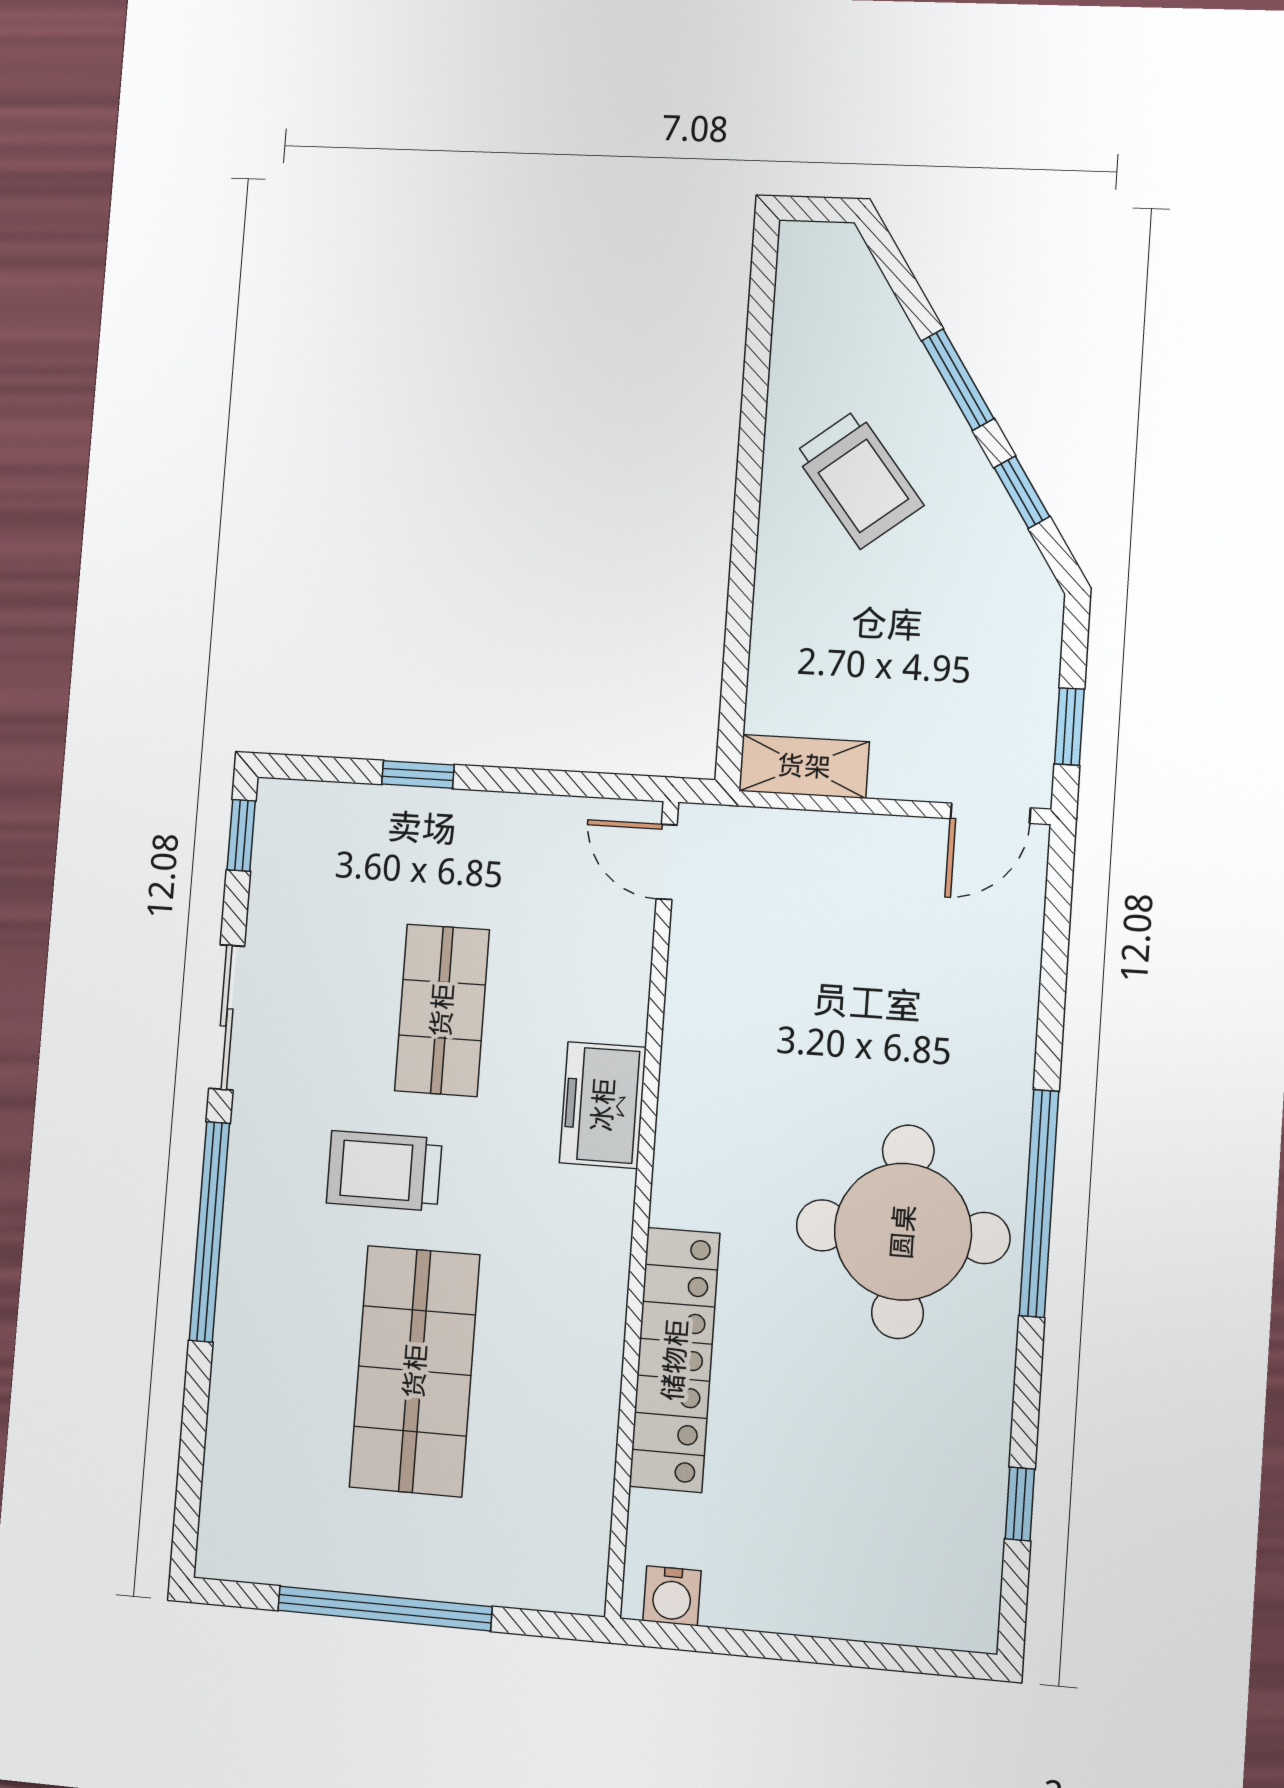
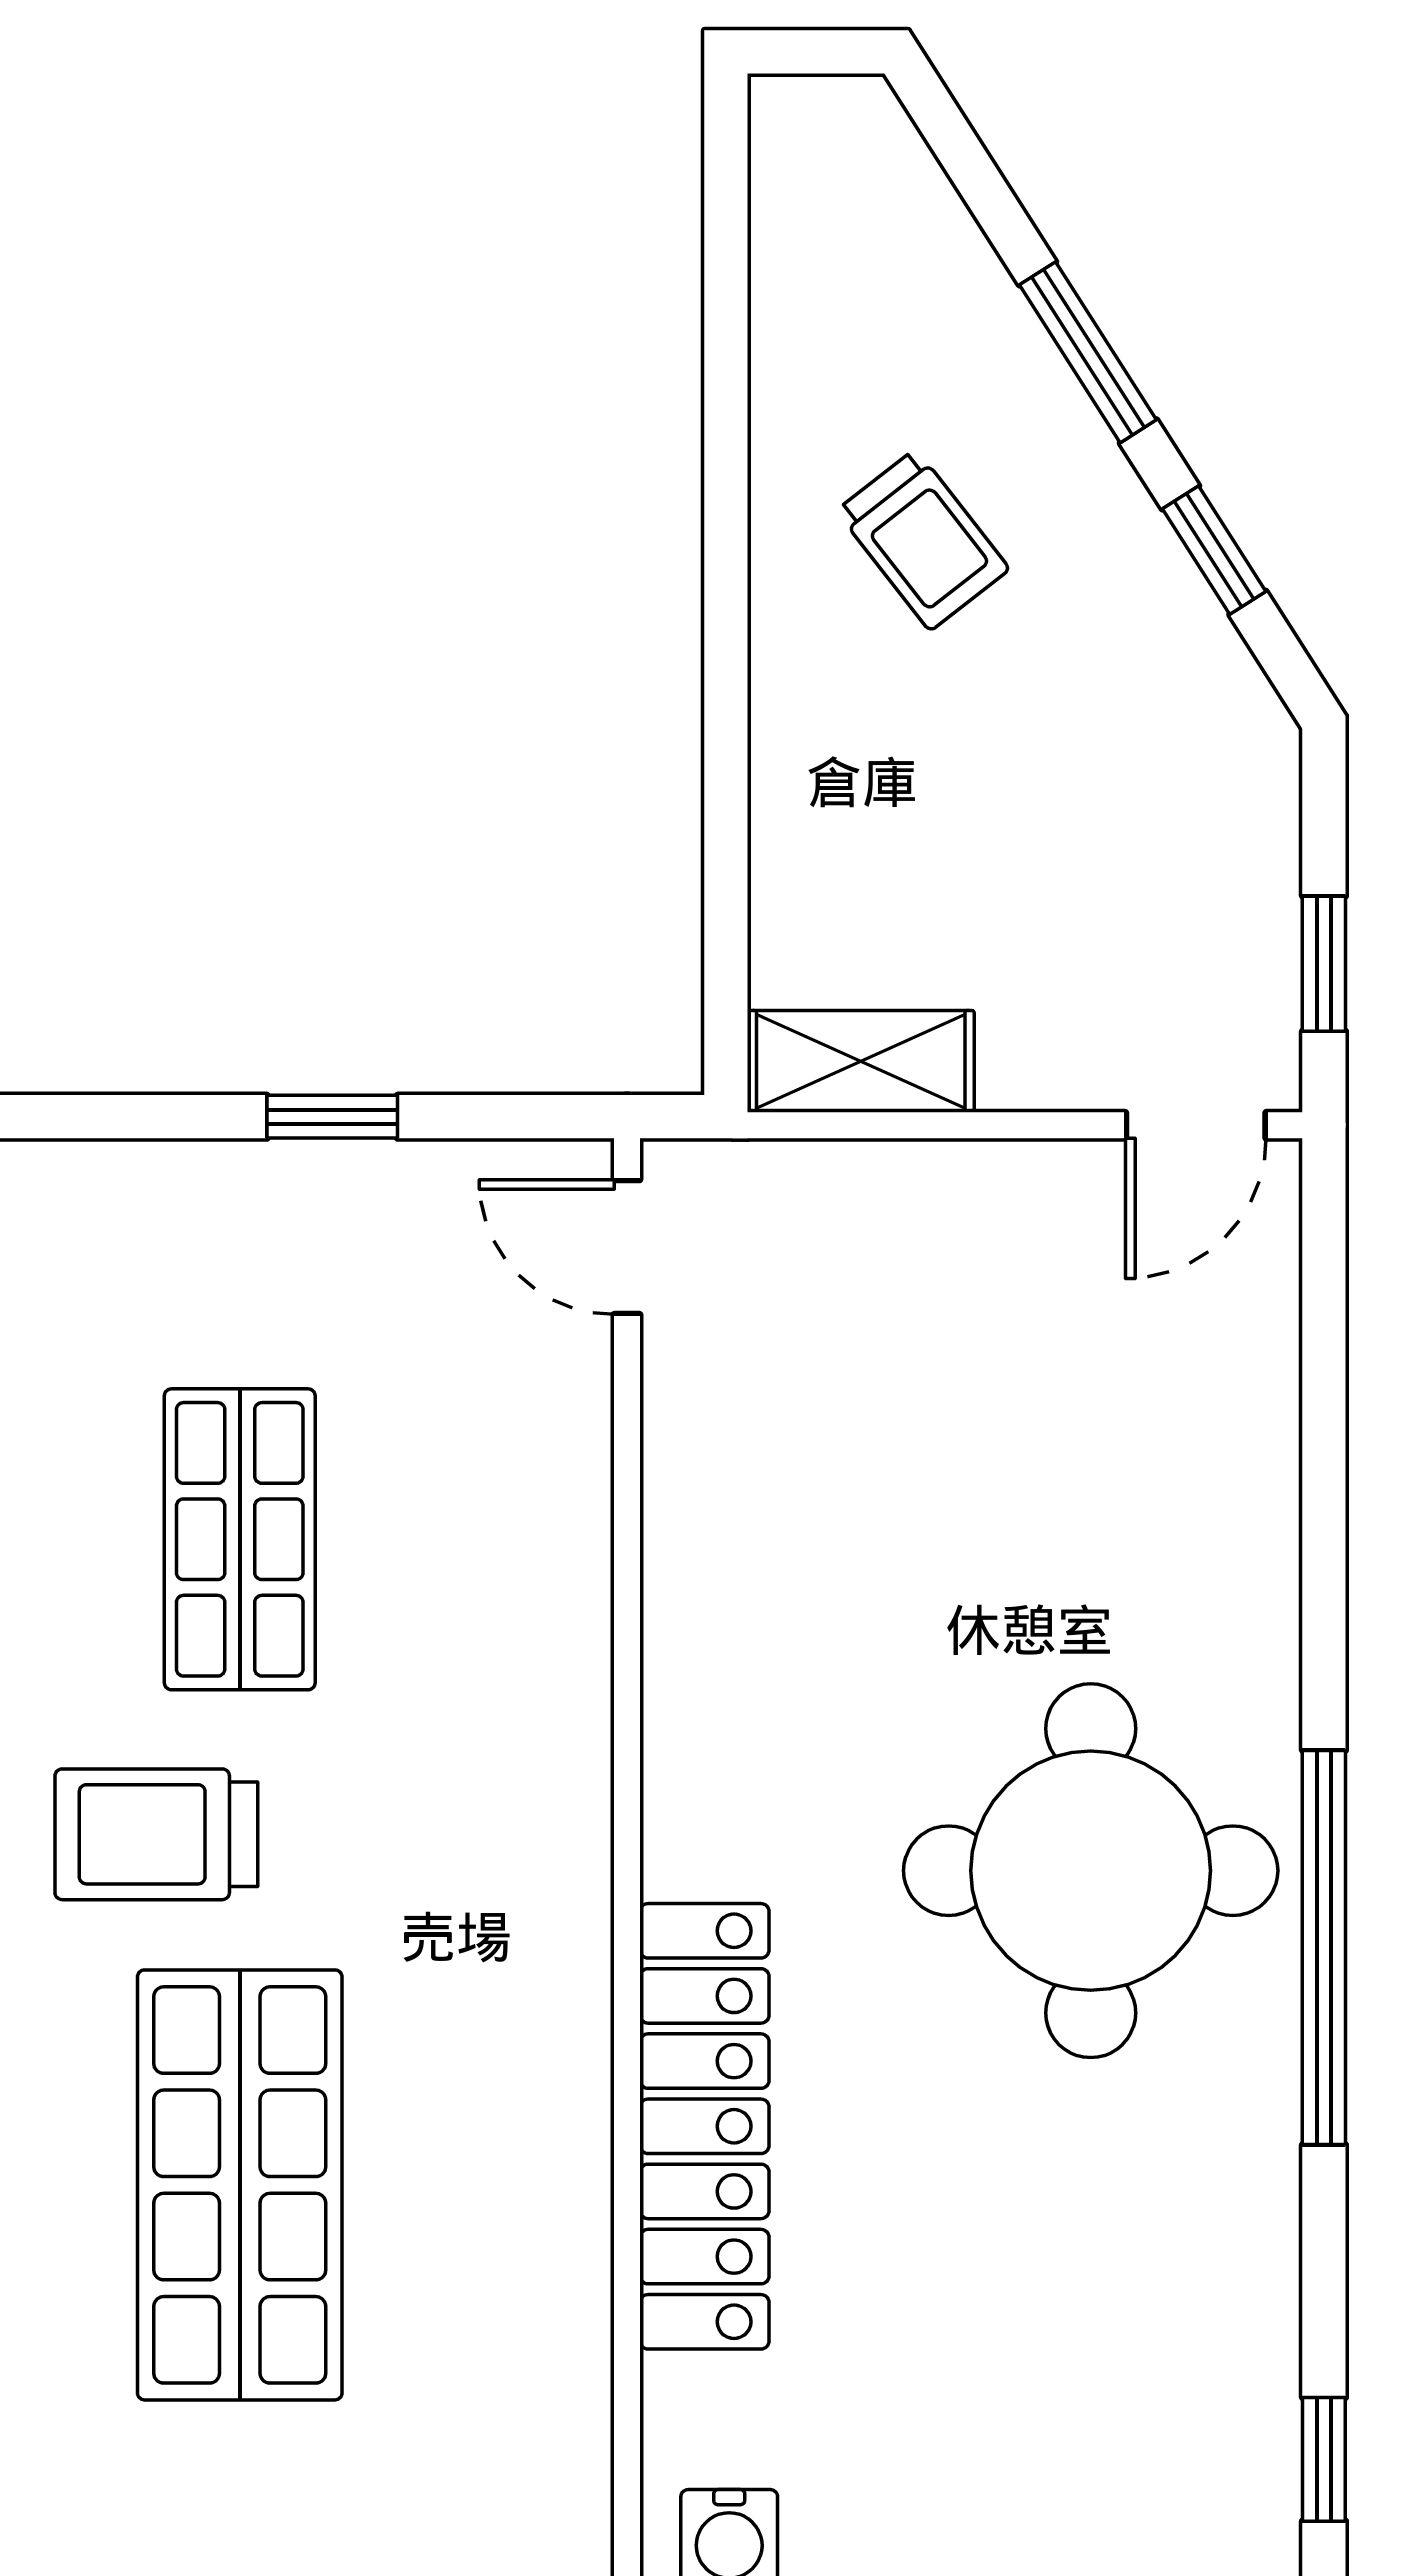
trolley: (858, 479) -> (923, 540), width x0.73, depth x0.72
window: (418, 775) -> (332, 1117), moved
freezer: (603, 1105) -> (544, 1688), removed
window: (1039, 1203) -> (1324, 1948), moved
window: (1020, 1504) -> (1324, 2459), moved

